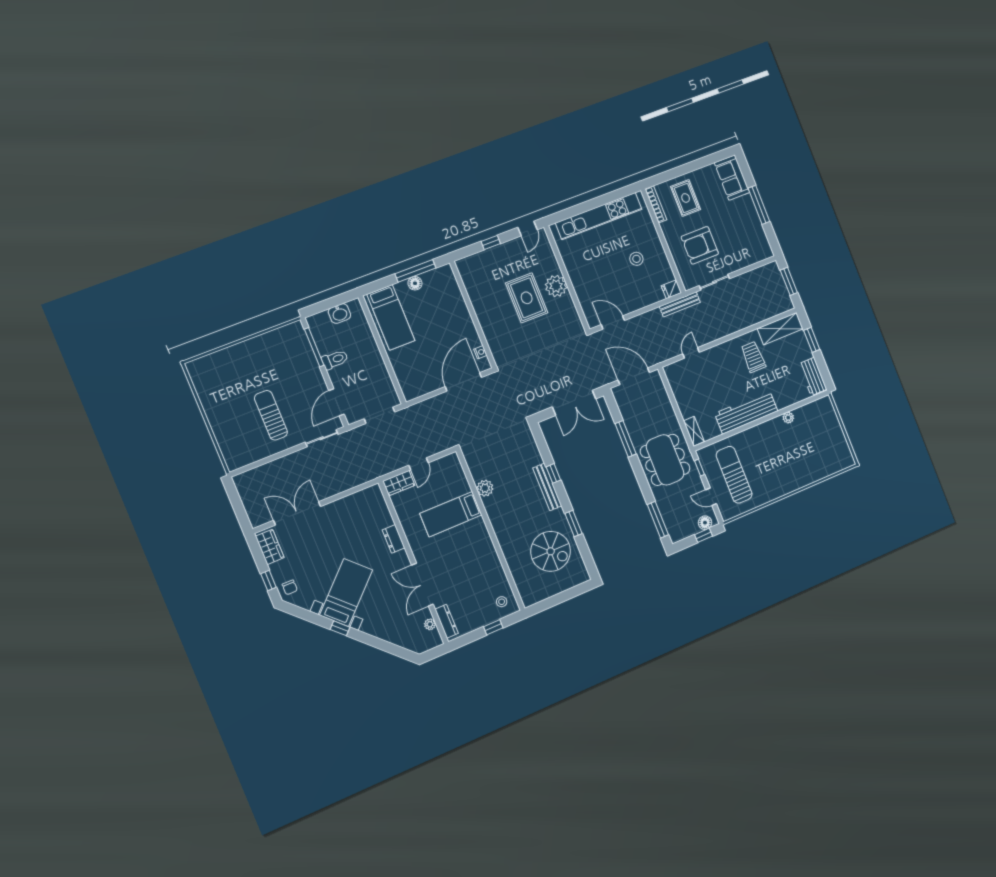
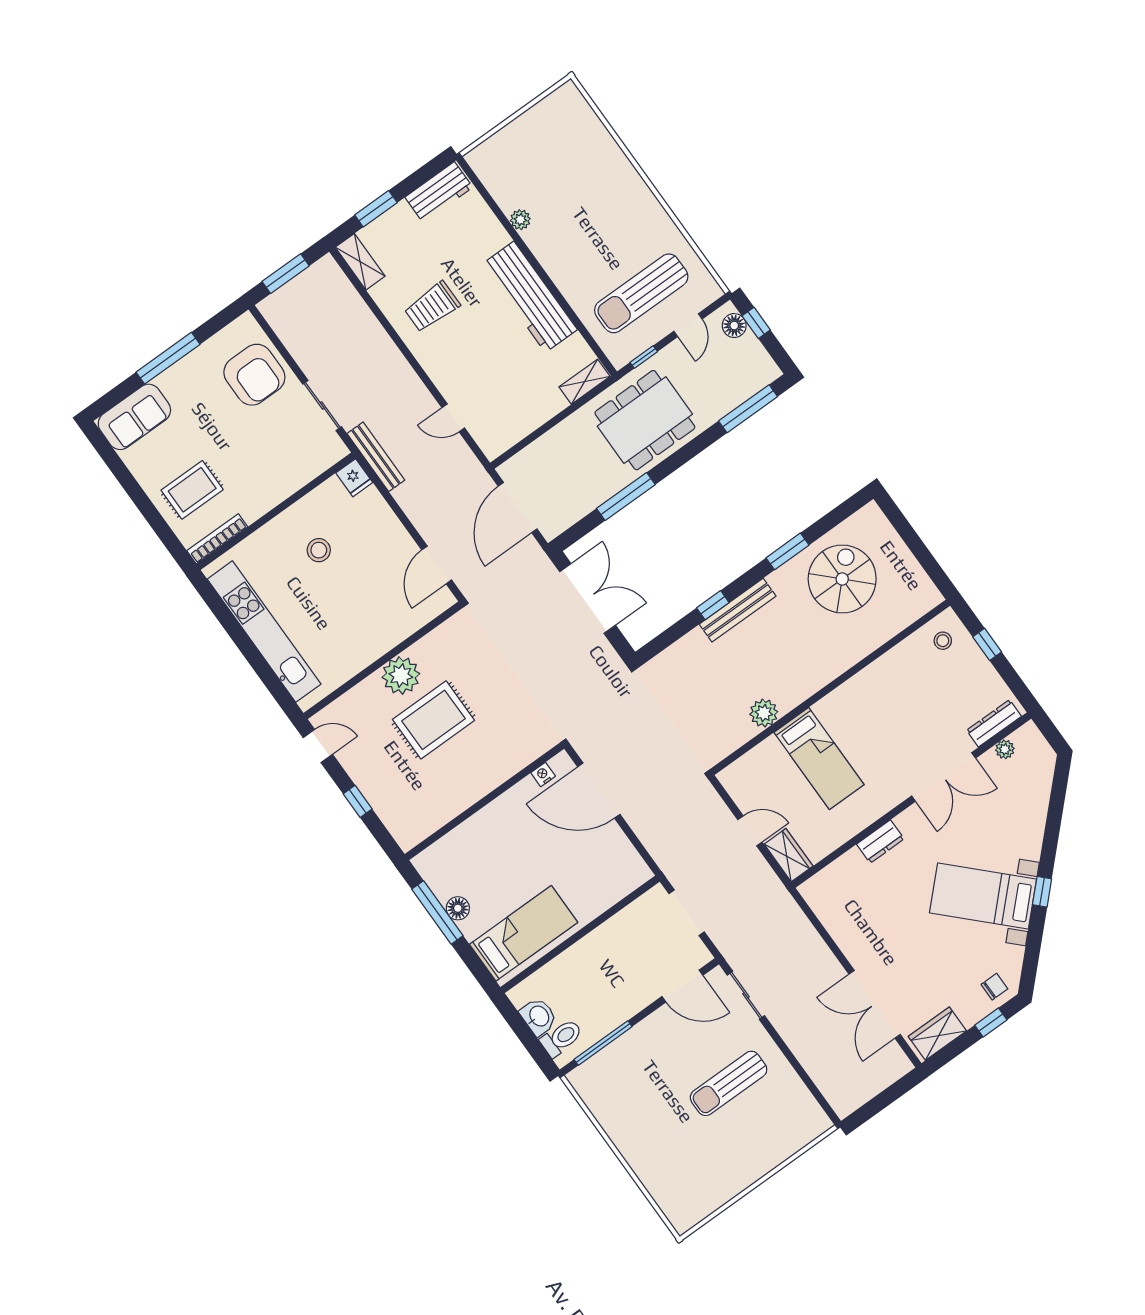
armchair: (700, 245) -> (254, 375), moved
shelving: (780, 329) -> (360, 262), width x0.67, depth x0.75
toilet: (335, 360) -> (561, 1038), moved, turned 90

